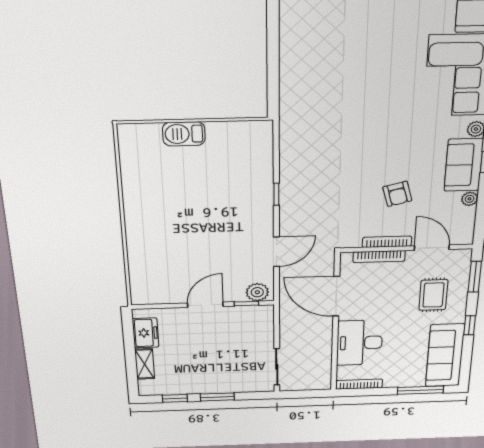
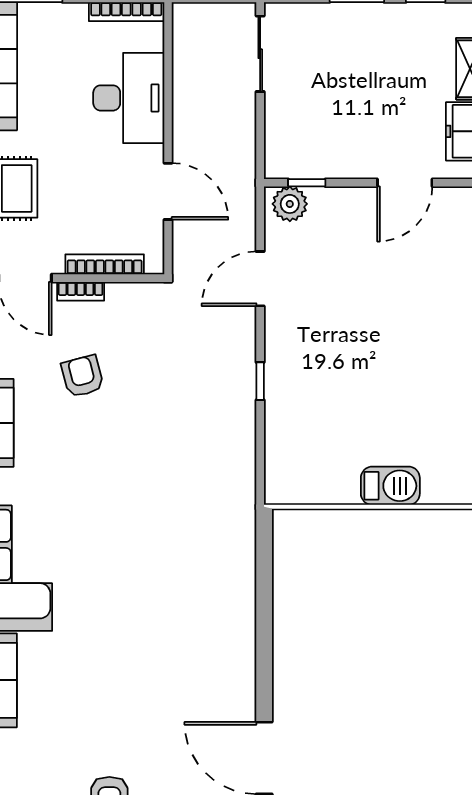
bookcase: (387, 242) -> (81, 291), width x0.64
door: (336, 296) -> (168, 191), width x0.73
door: (205, 305) -> (405, 183), moved

